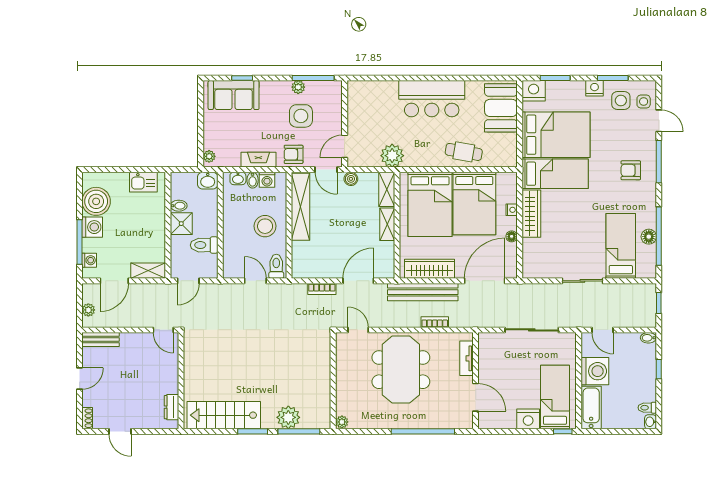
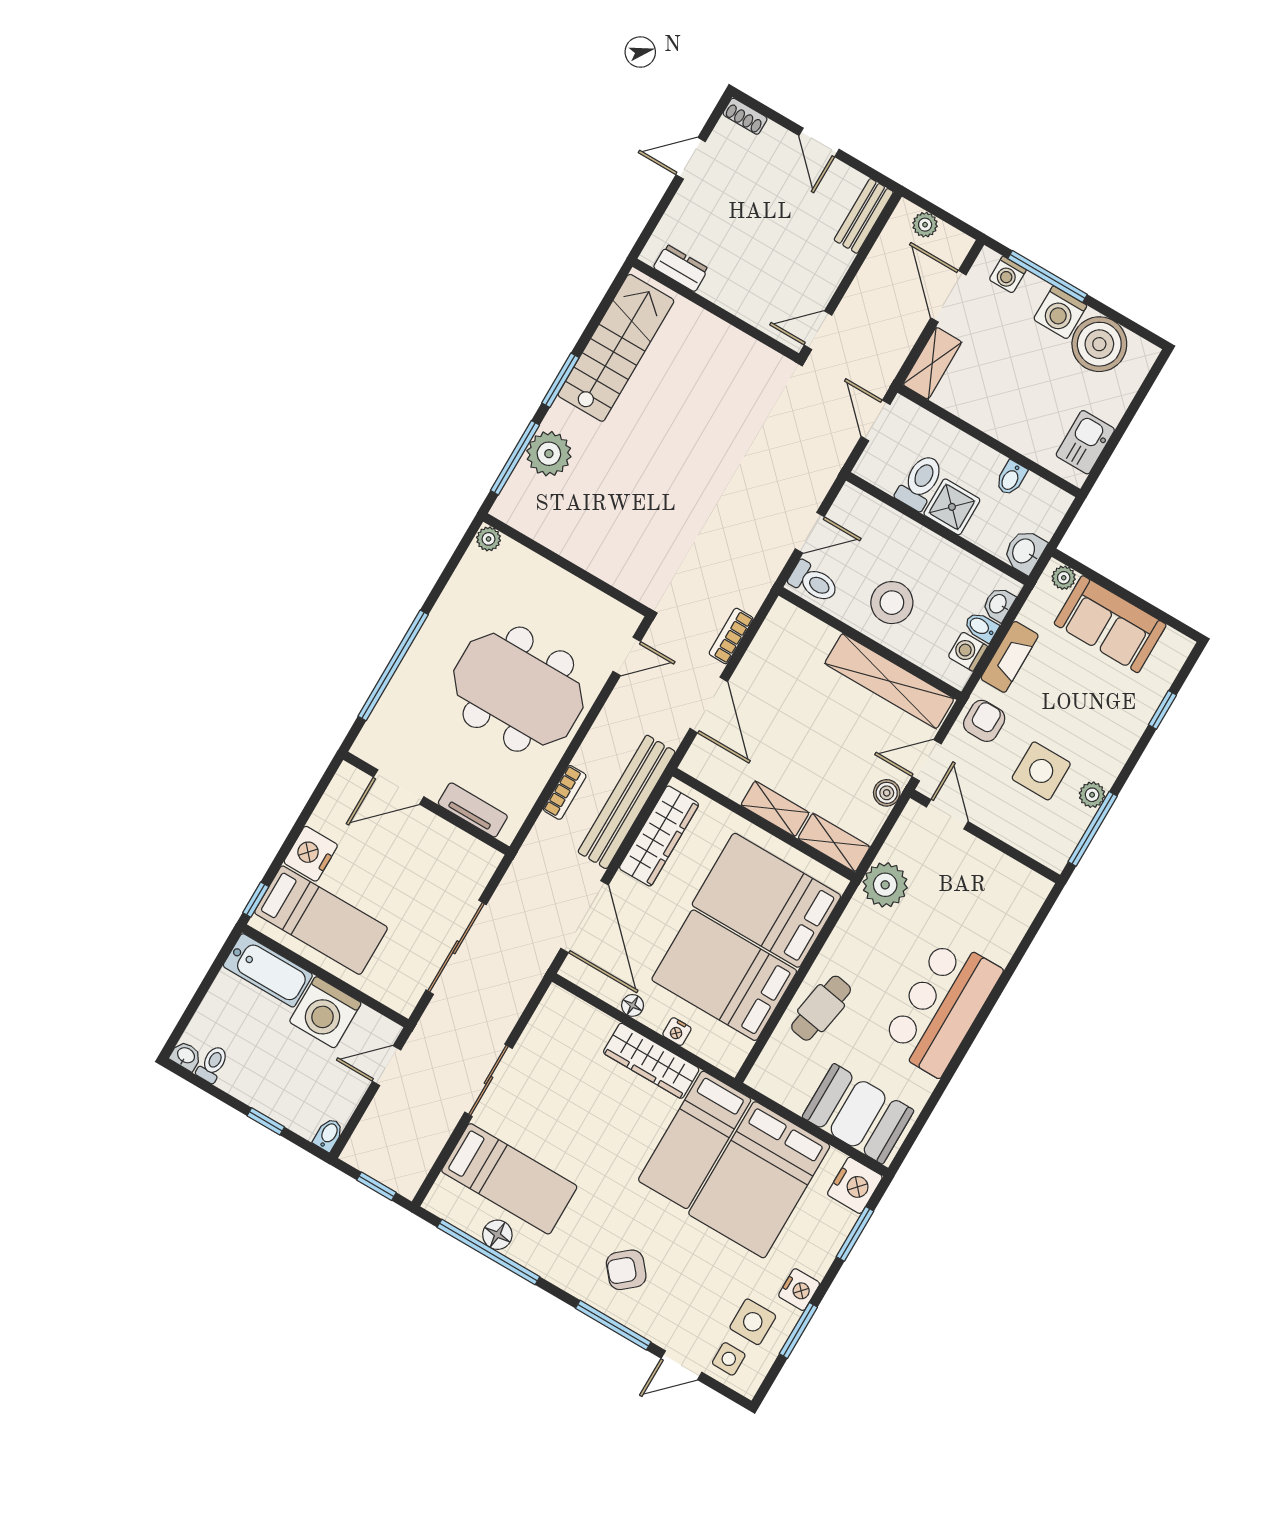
sofa: (234, 95) -> (1110, 624), moved, turned -90
armchair: (631, 170) -> (626, 1270), turned -130
shower: (181, 224) -> (952, 507), moved

